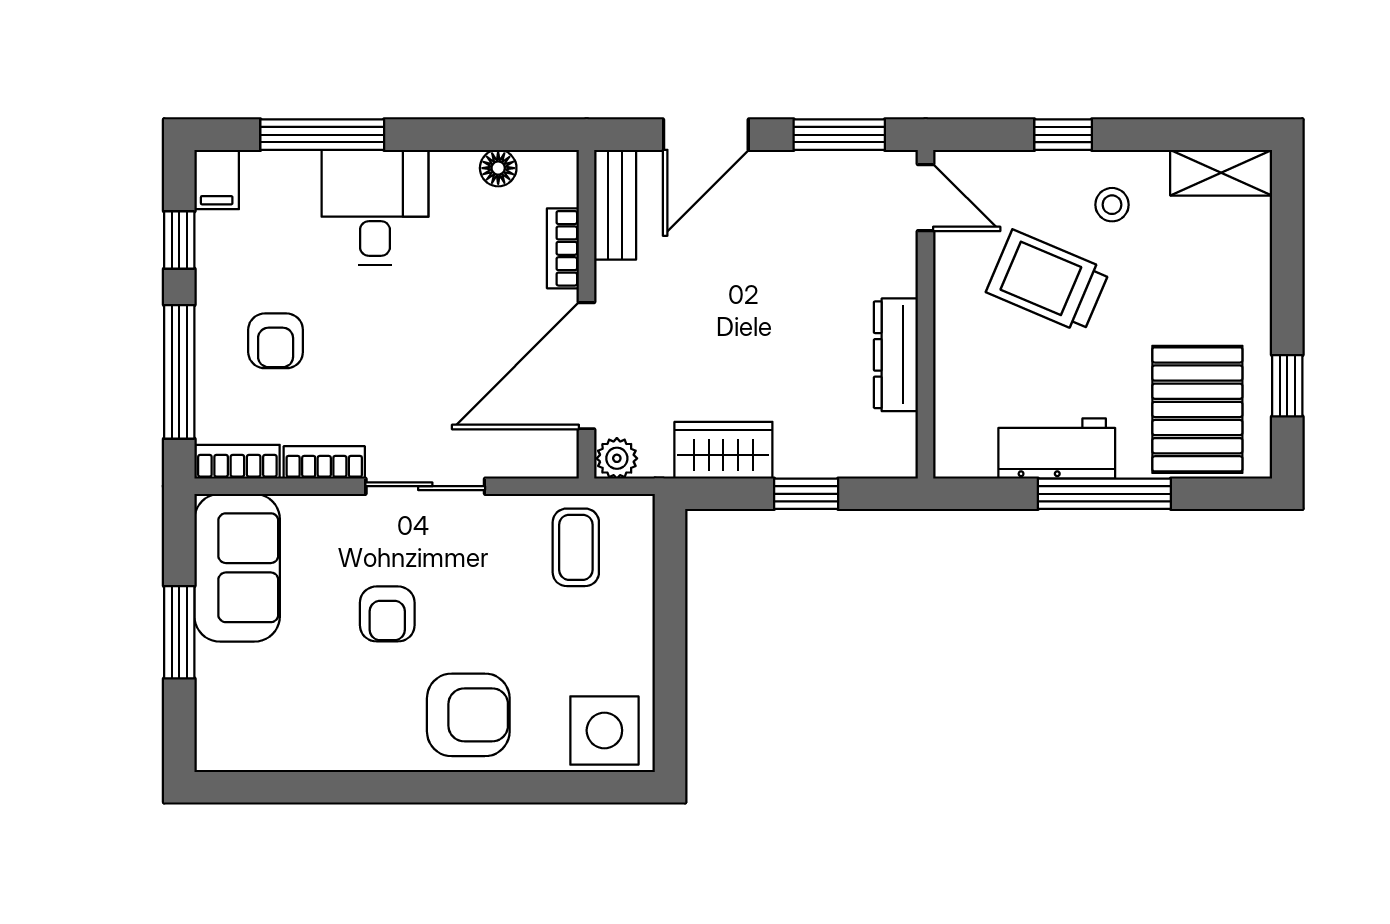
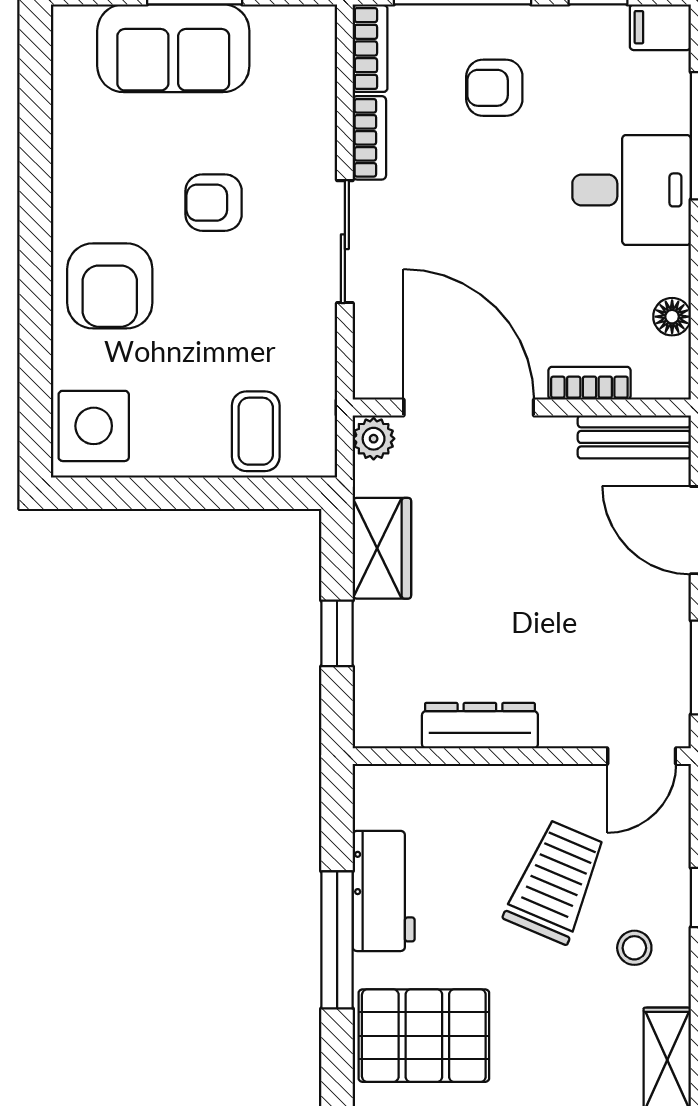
coffee table: (576, 547) -> (256, 431), moved, turned 90
sofa: (237, 568) -> (173, 48), moved

